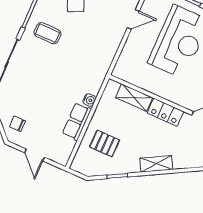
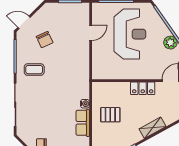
shelving: (134, 98) -> (116, 88), removed
pallet: (105, 144) -> (110, 115), moved

